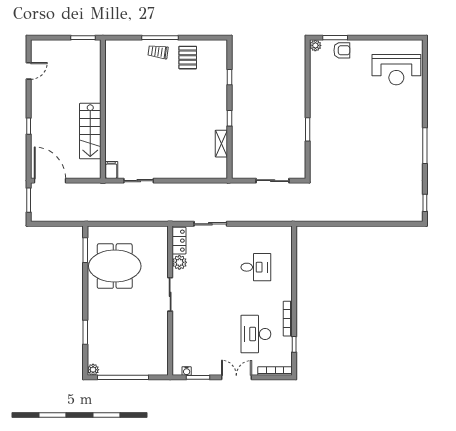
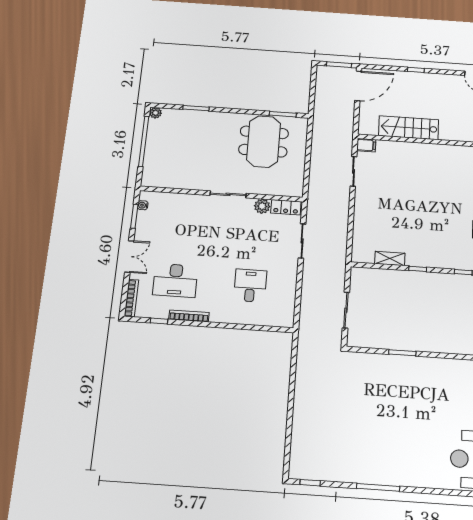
desk: (256, 267) -> (250, 286), turned 180
desk: (256, 334) -> (175, 280), turned 180

